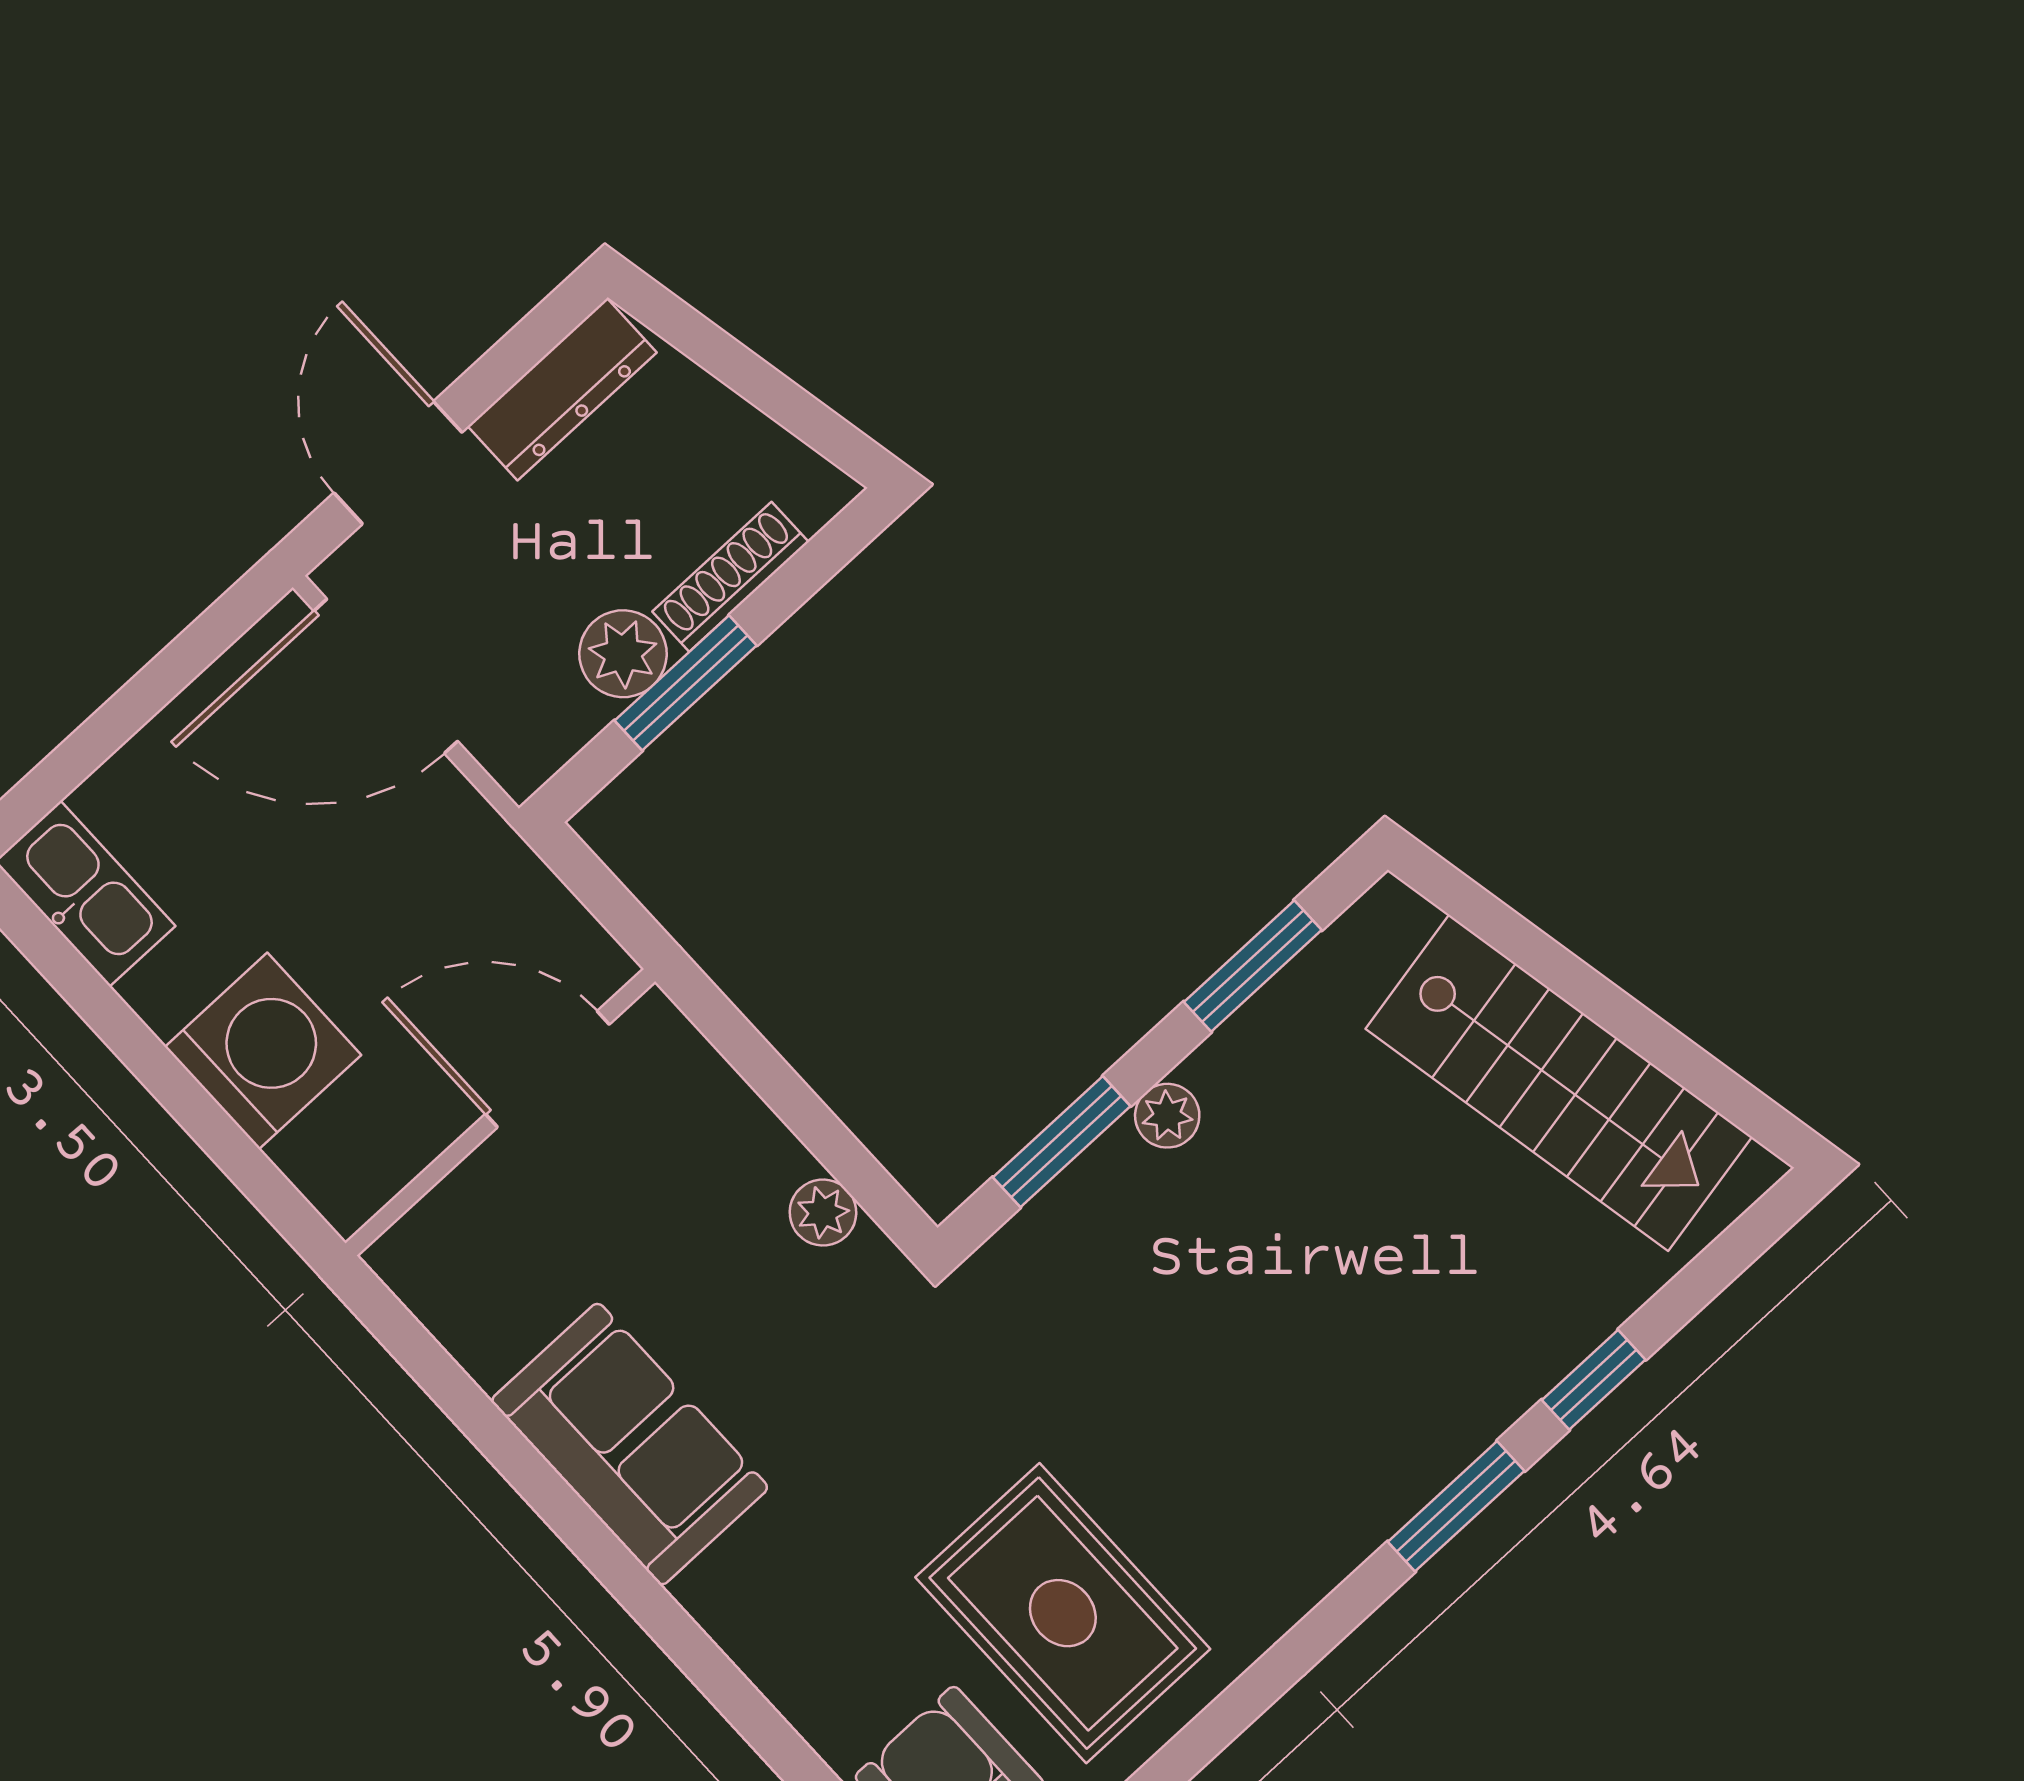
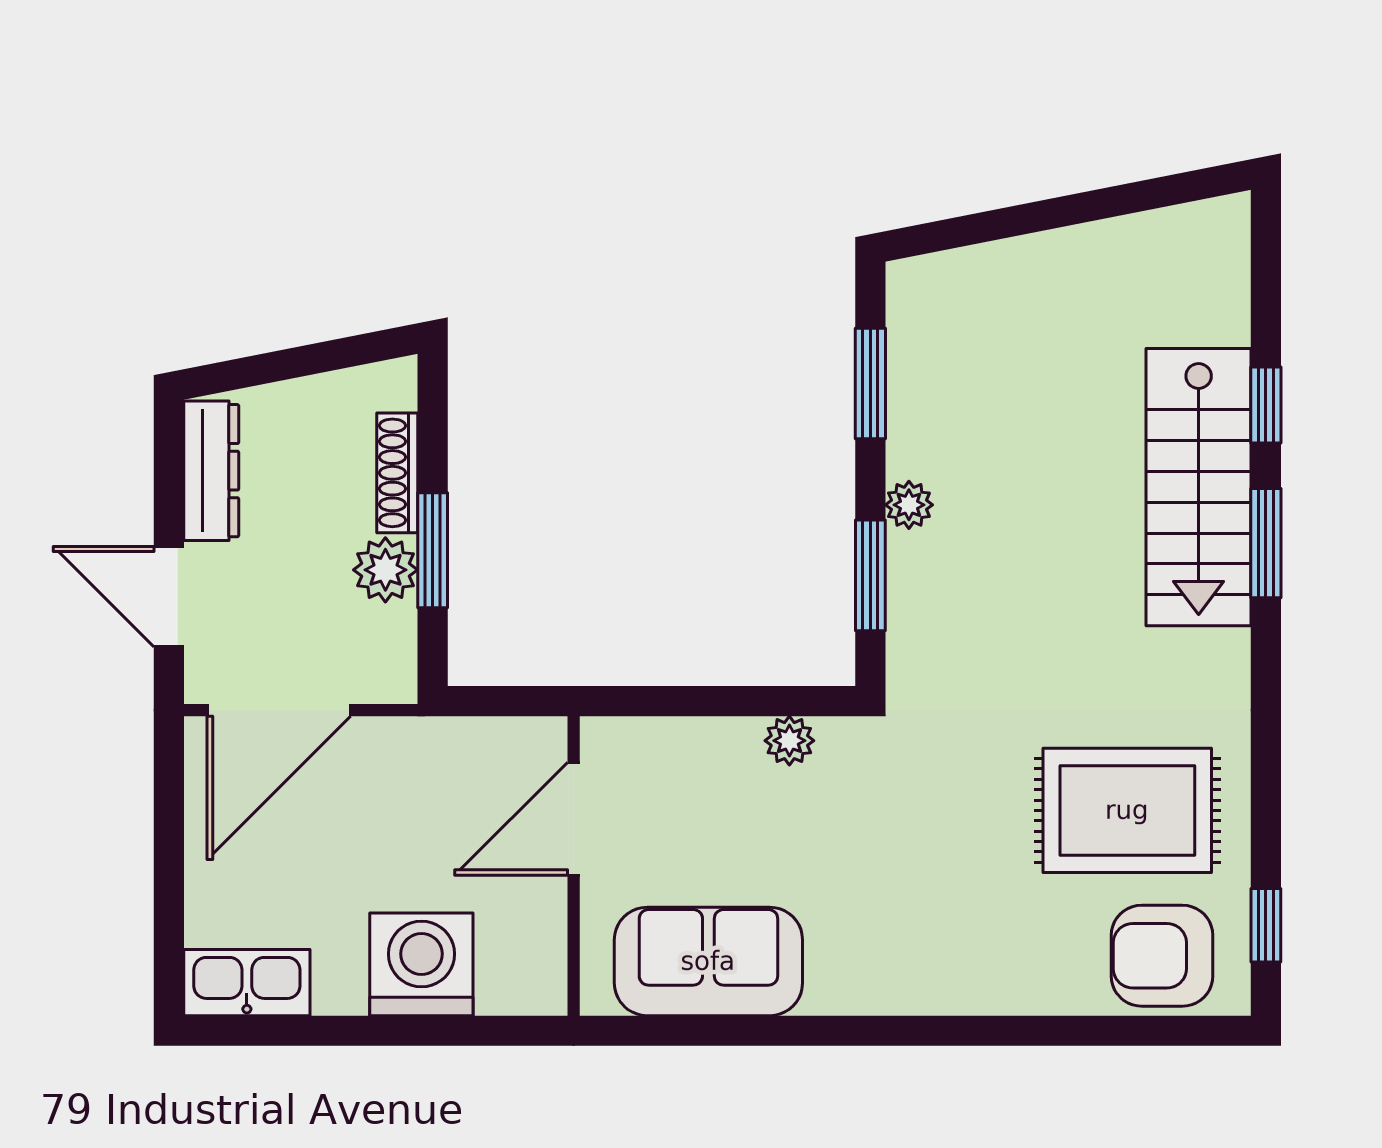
stairs: (1559, 1083) -> (1199, 487), moved, turned 101
sofa: (630, 1444) -> (708, 961), moved

